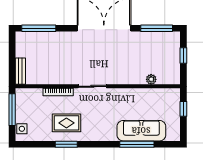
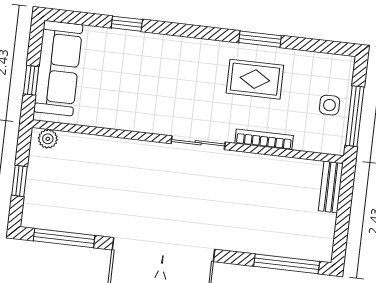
plant: (151, 79) -> (48, 139), moved
side table: (22, 129) -> (329, 105), moved
sofa: (141, 131) -> (58, 68), moved, turned -90
window: (137, 144) -> (127, 24), width x0.46

